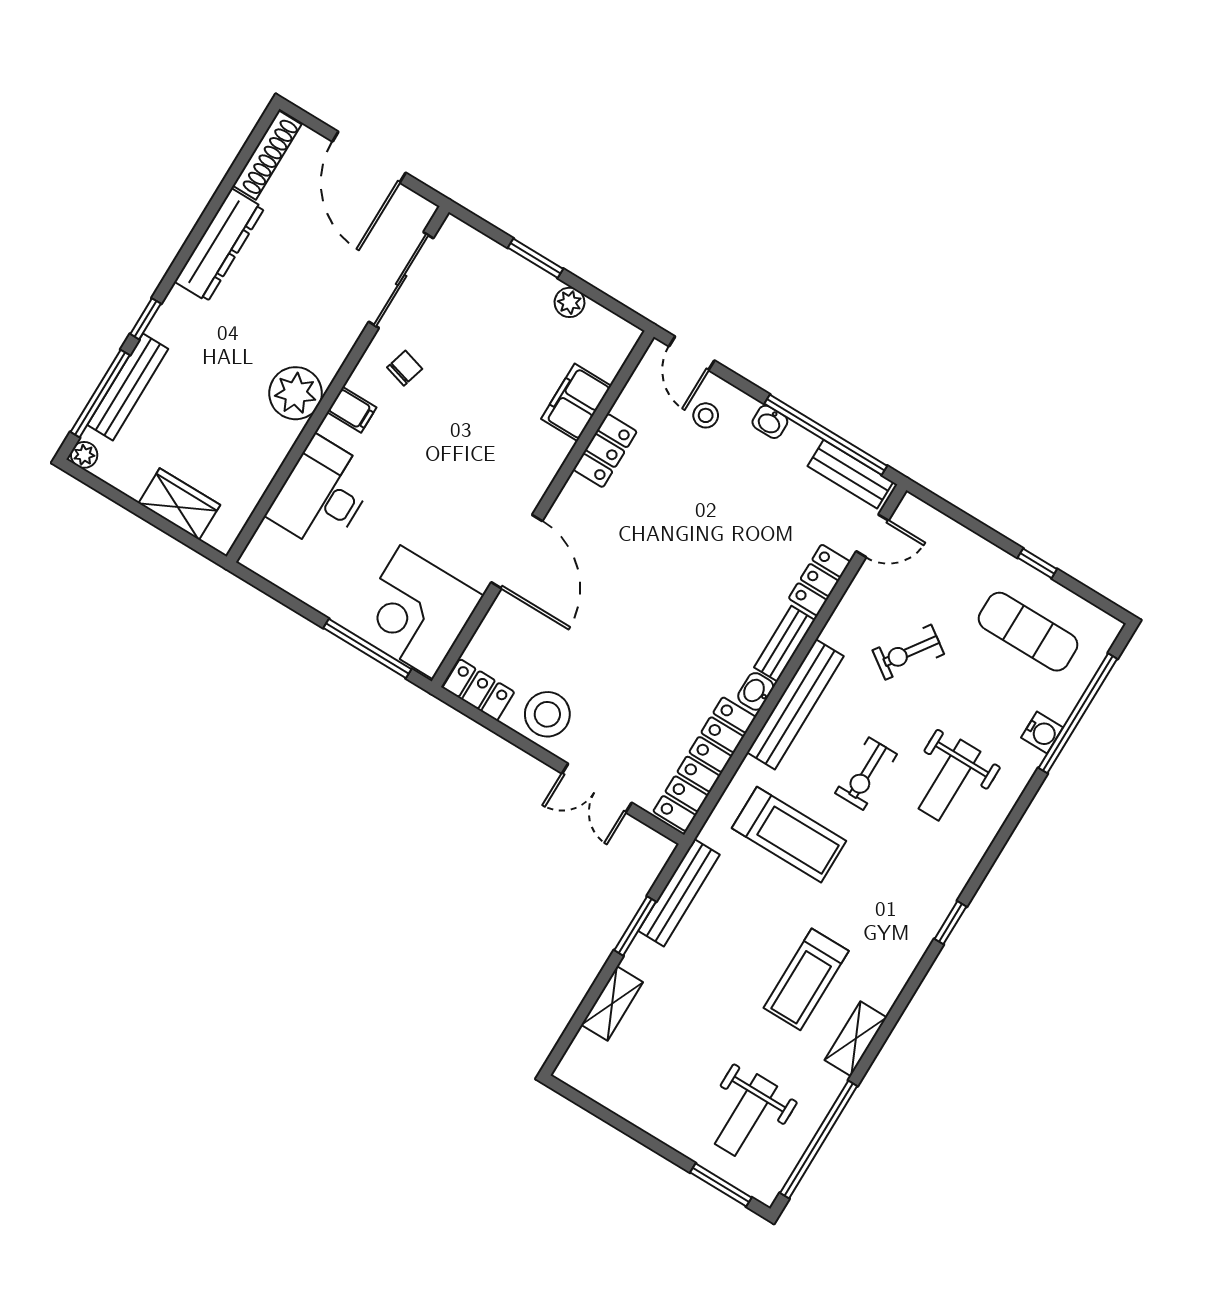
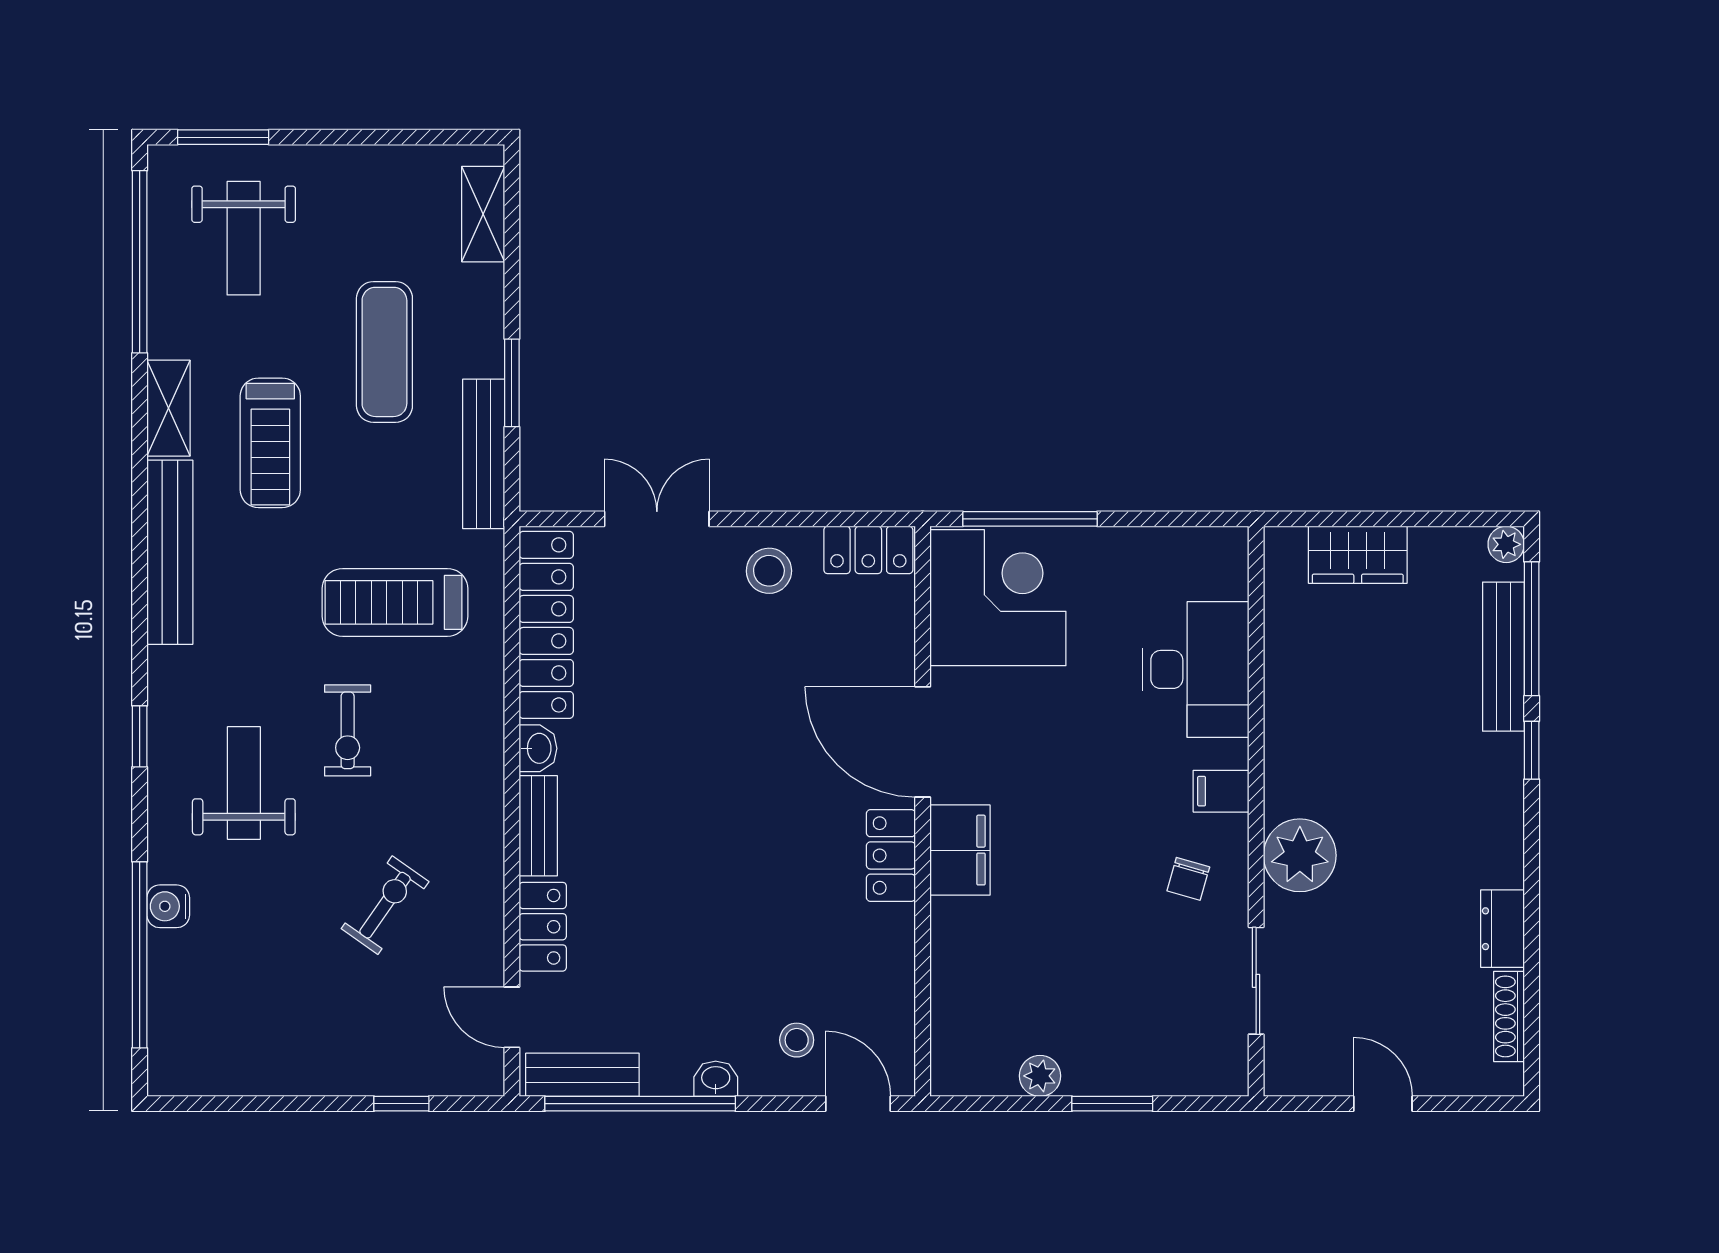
shoe rack: (267, 155) -> (1509, 1016), width x0.74, depth x0.81
door: (369, 157) -> (1383, 1104), width x0.53
dresser: (219, 245) -> (1503, 929), width x0.51, depth x0.80
sliding door: (401, 280) -> (1256, 981), width x0.73
plant: (296, 393) -> (1300, 855), moved
filing cabinet: (576, 402) -> (960, 850), moved
locker: (605, 451) -> (891, 855), moved
door: (872, 536) -> (512, 1017), hinge flipped
window: (1037, 563) -> (401, 1104), moved
exercise mat: (1028, 632) -> (384, 352), moved, turned 90
bench: (795, 704) -> (170, 552), moved
stool: (547, 714) -> (769, 571), width x0.73, depth x0.73
exercise bike: (866, 774) -> (348, 730), turned 180
window: (950, 923) -> (140, 736), moved
treadmill: (806, 979) -> (270, 443), turned 180
shelving: (612, 1004) -> (483, 214), moved
weight bench: (746, 1115) -> (244, 238), turned 180

